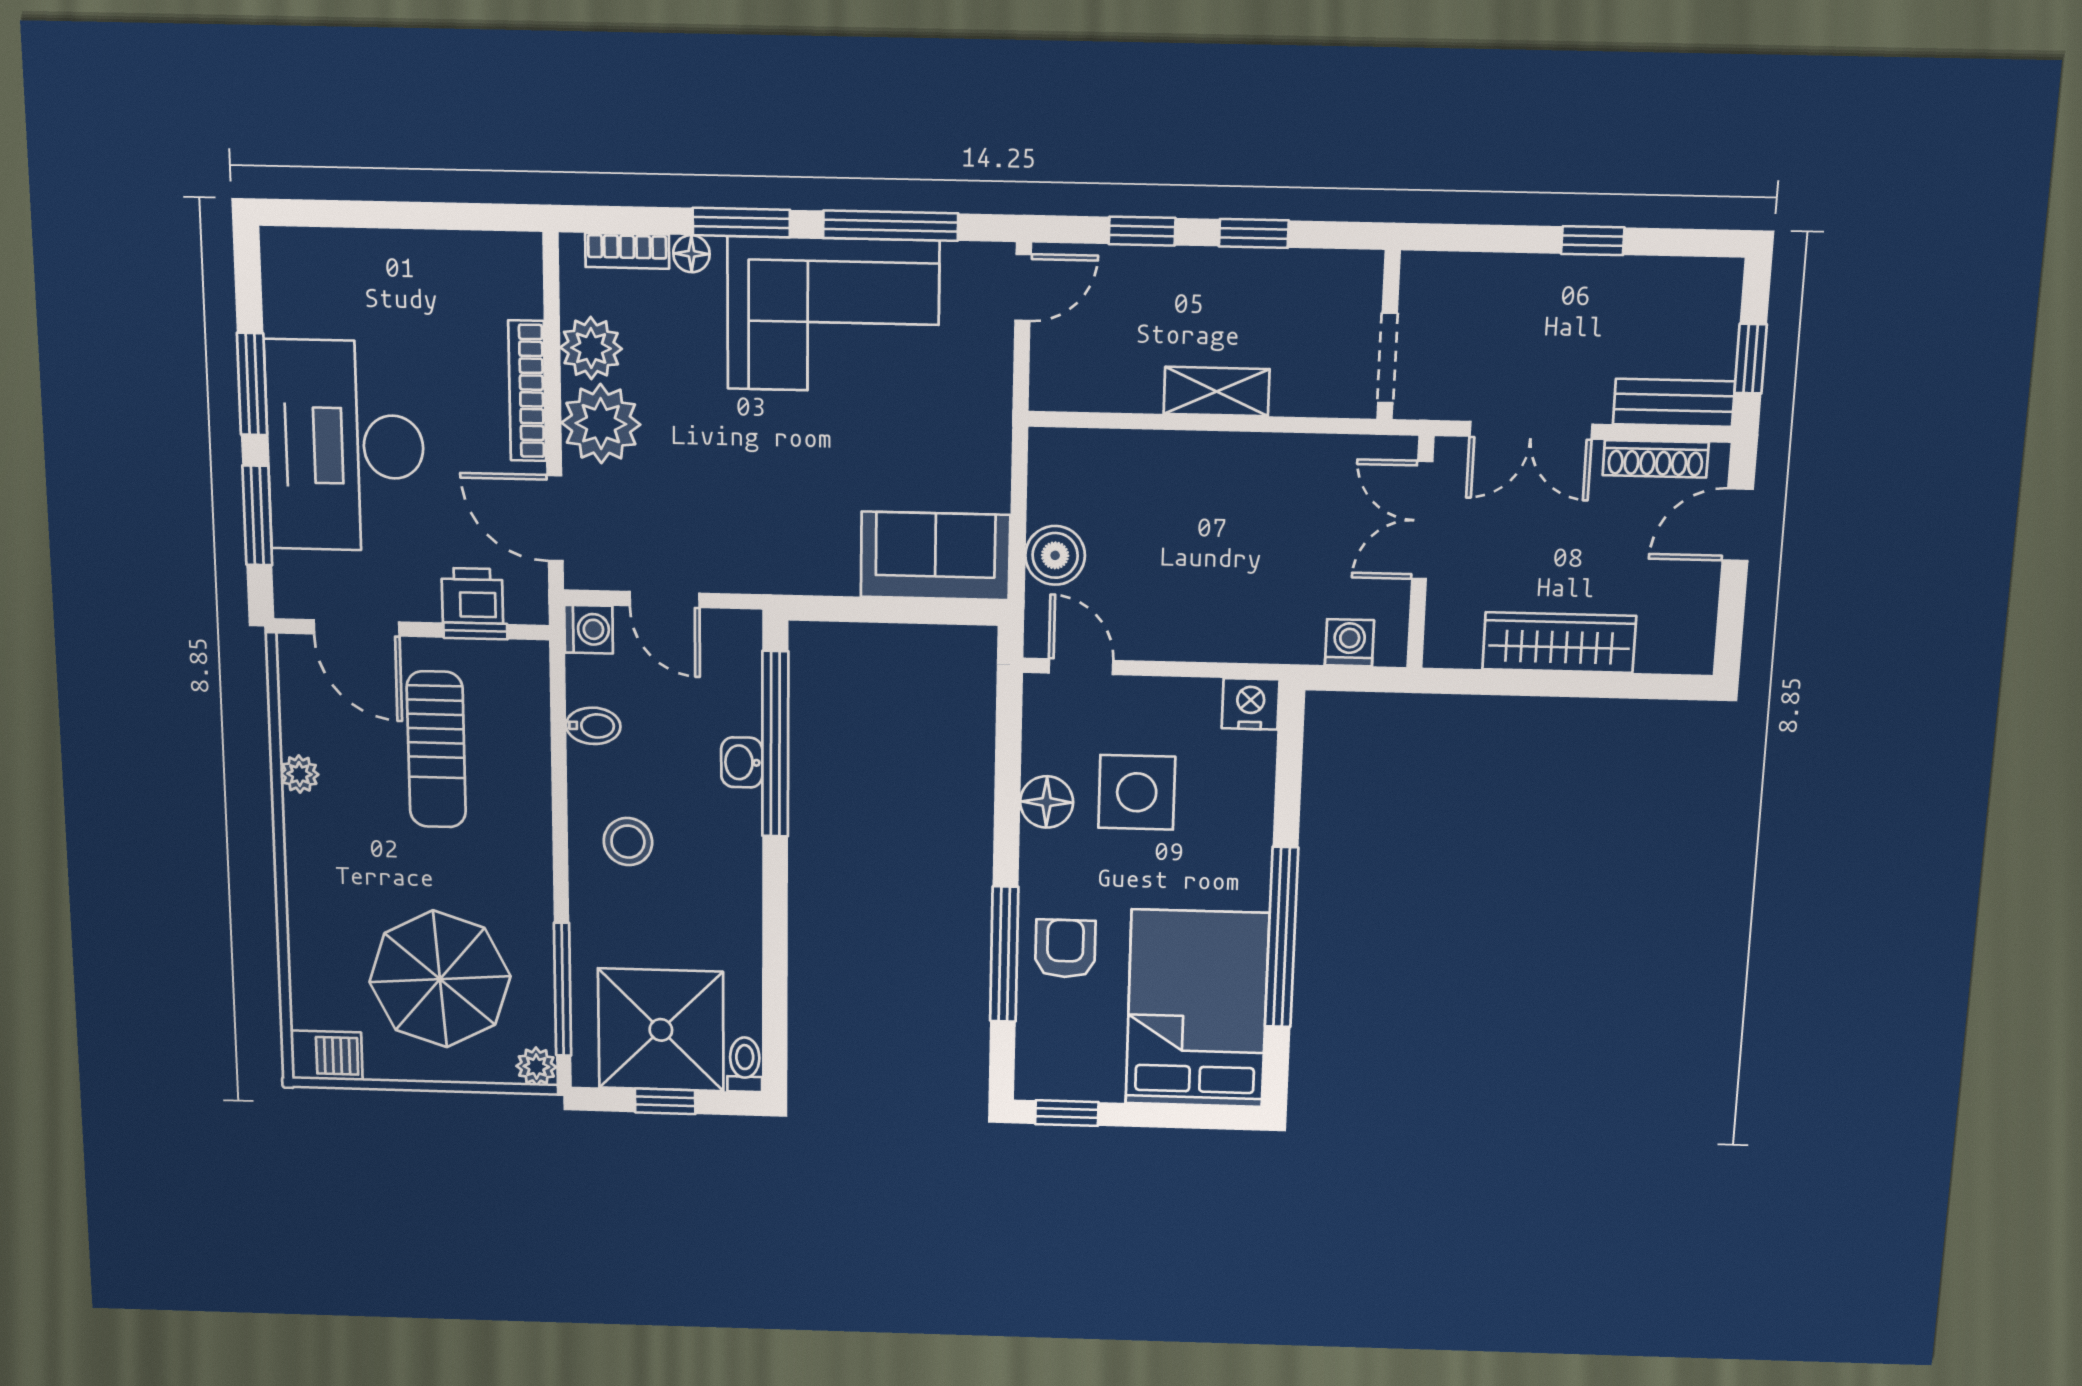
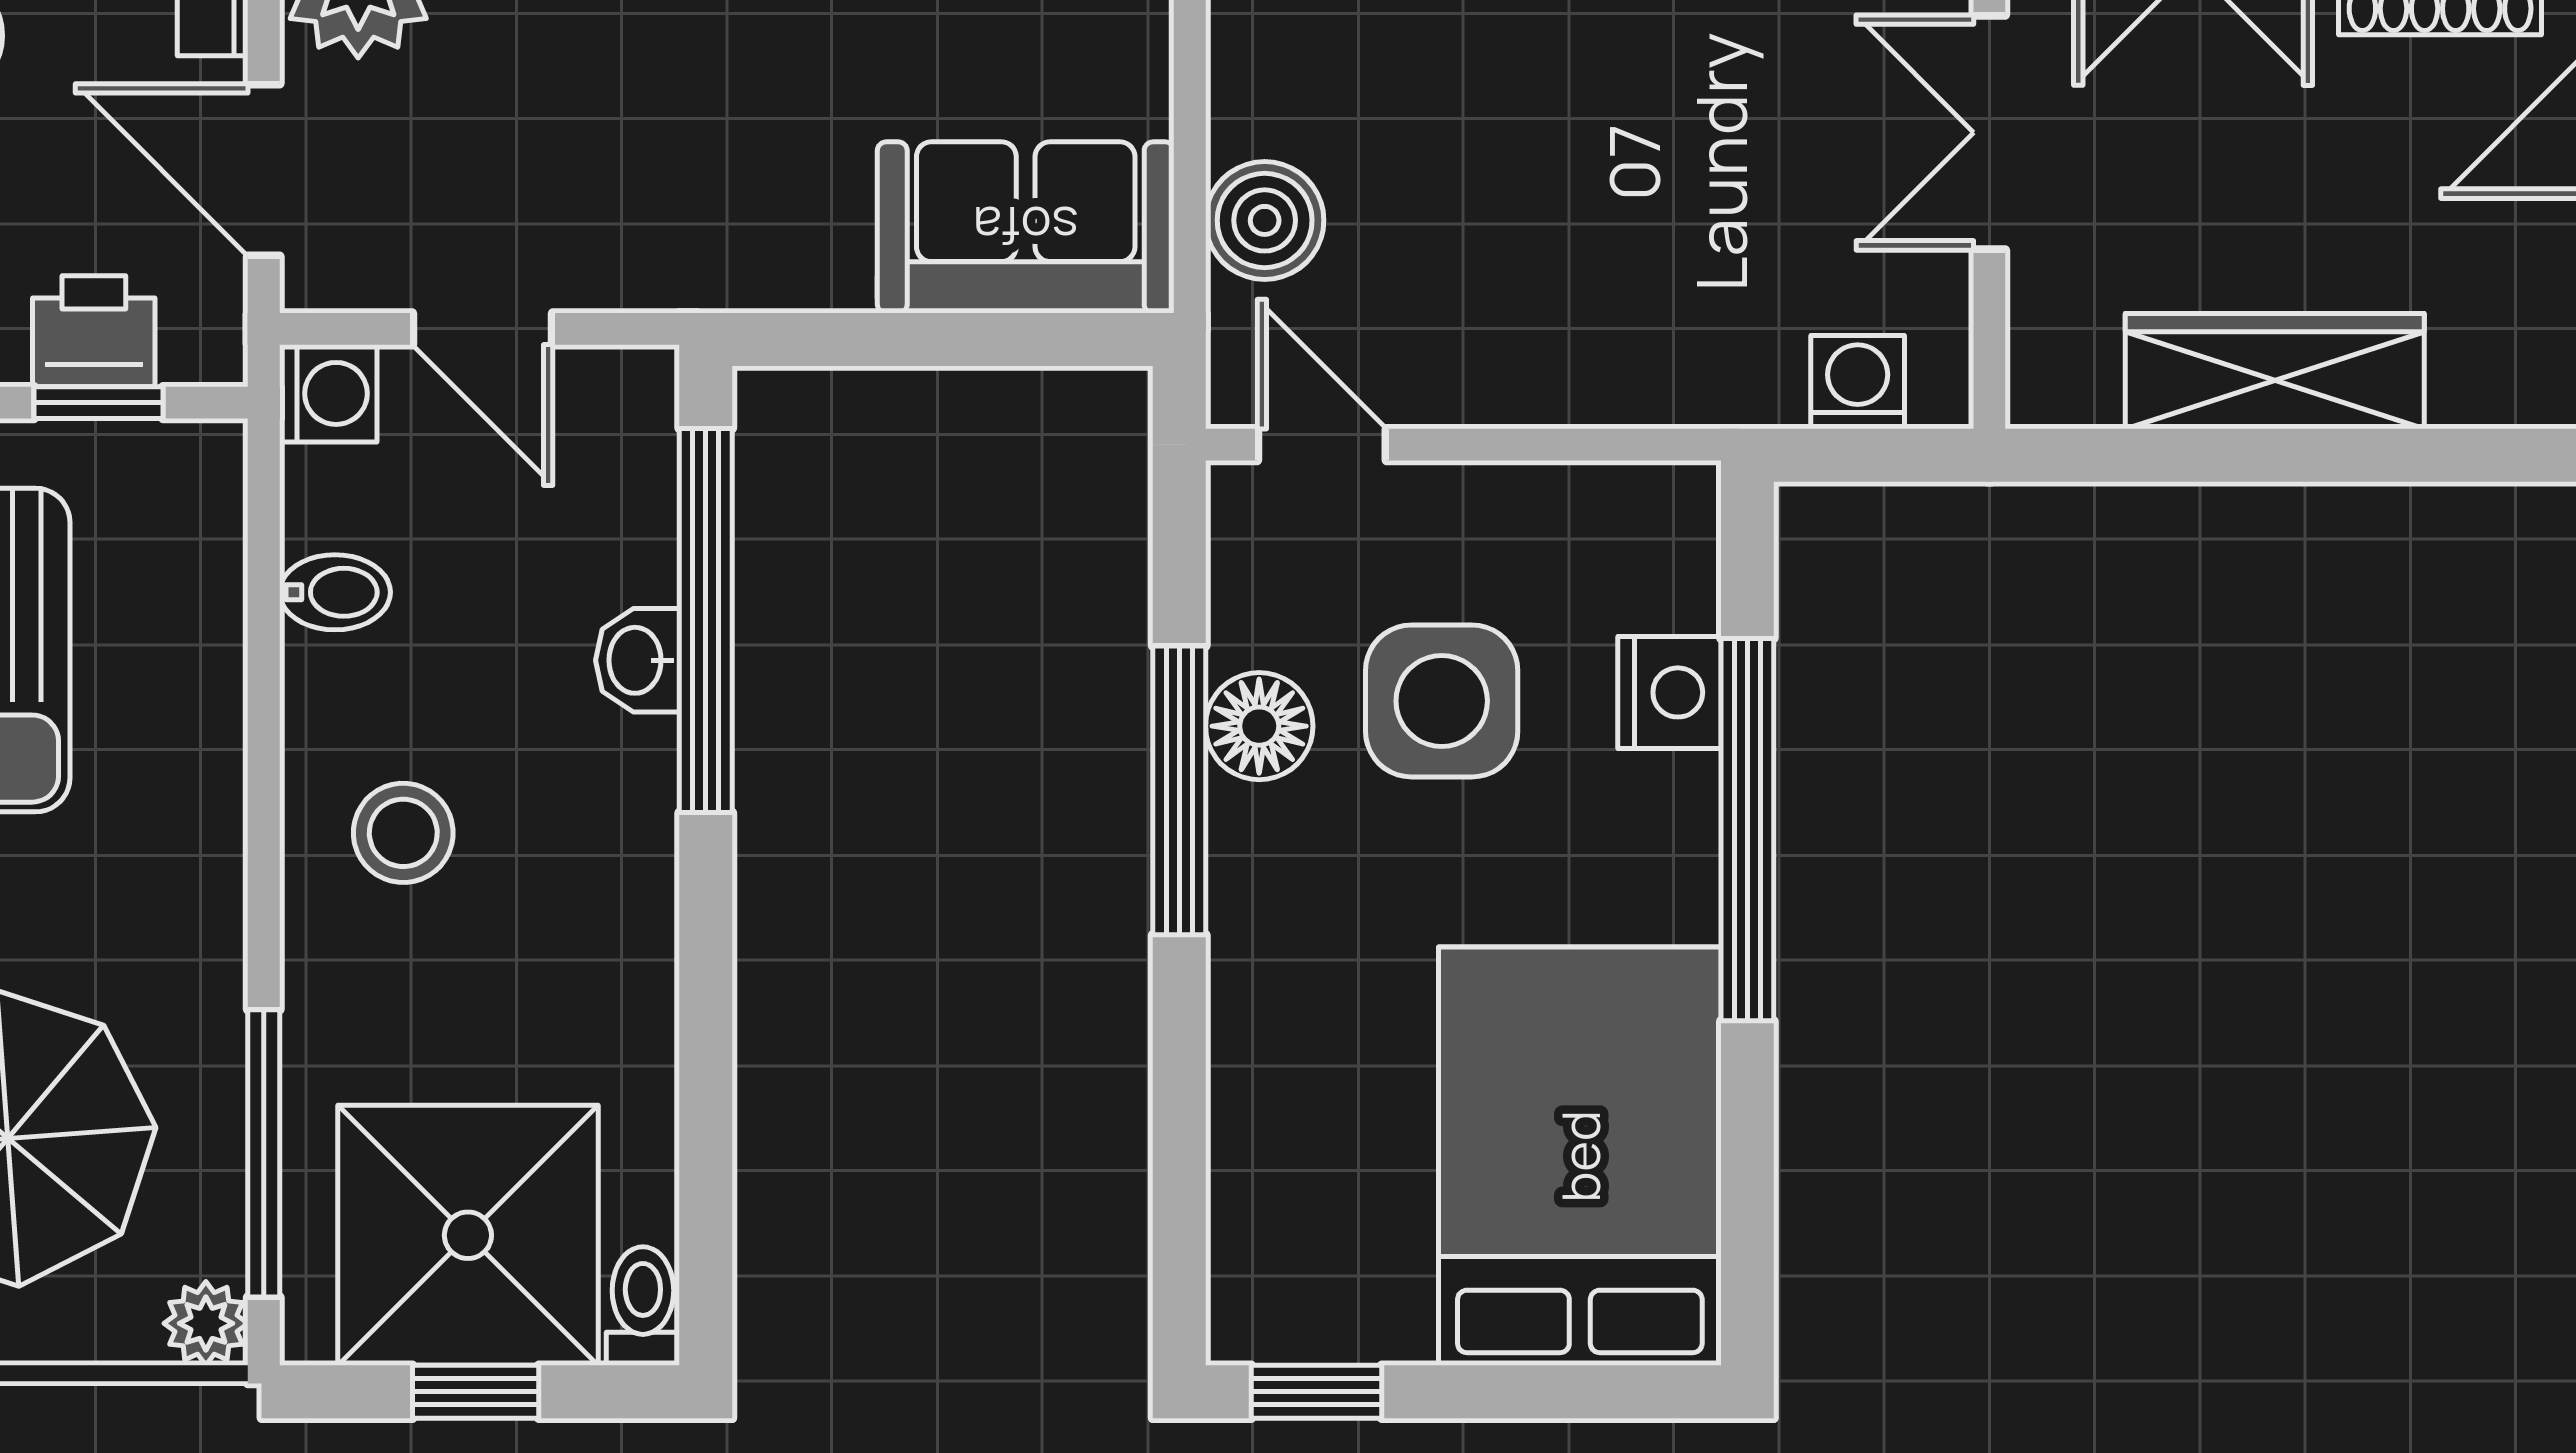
nightstand: (1251, 704) -> (1670, 692), moved, turned 90
window: (1282, 937) -> (1747, 830), moved
armchair: (1065, 949) -> (1305, 1035), removed
window: (1004, 954) -> (1179, 790), moved

